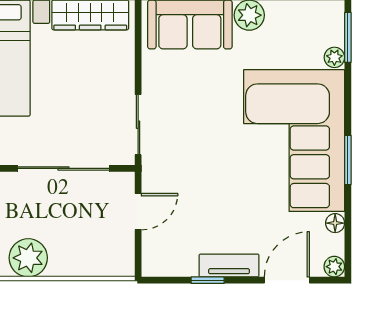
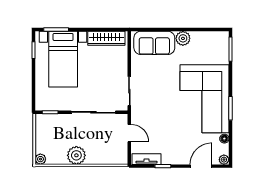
plant: (334, 57) -> (224, 59), removed
door: (138, 212) -> (129, 133), hinge flipped
tv unit: (229, 265) -> (147, 159), moved

